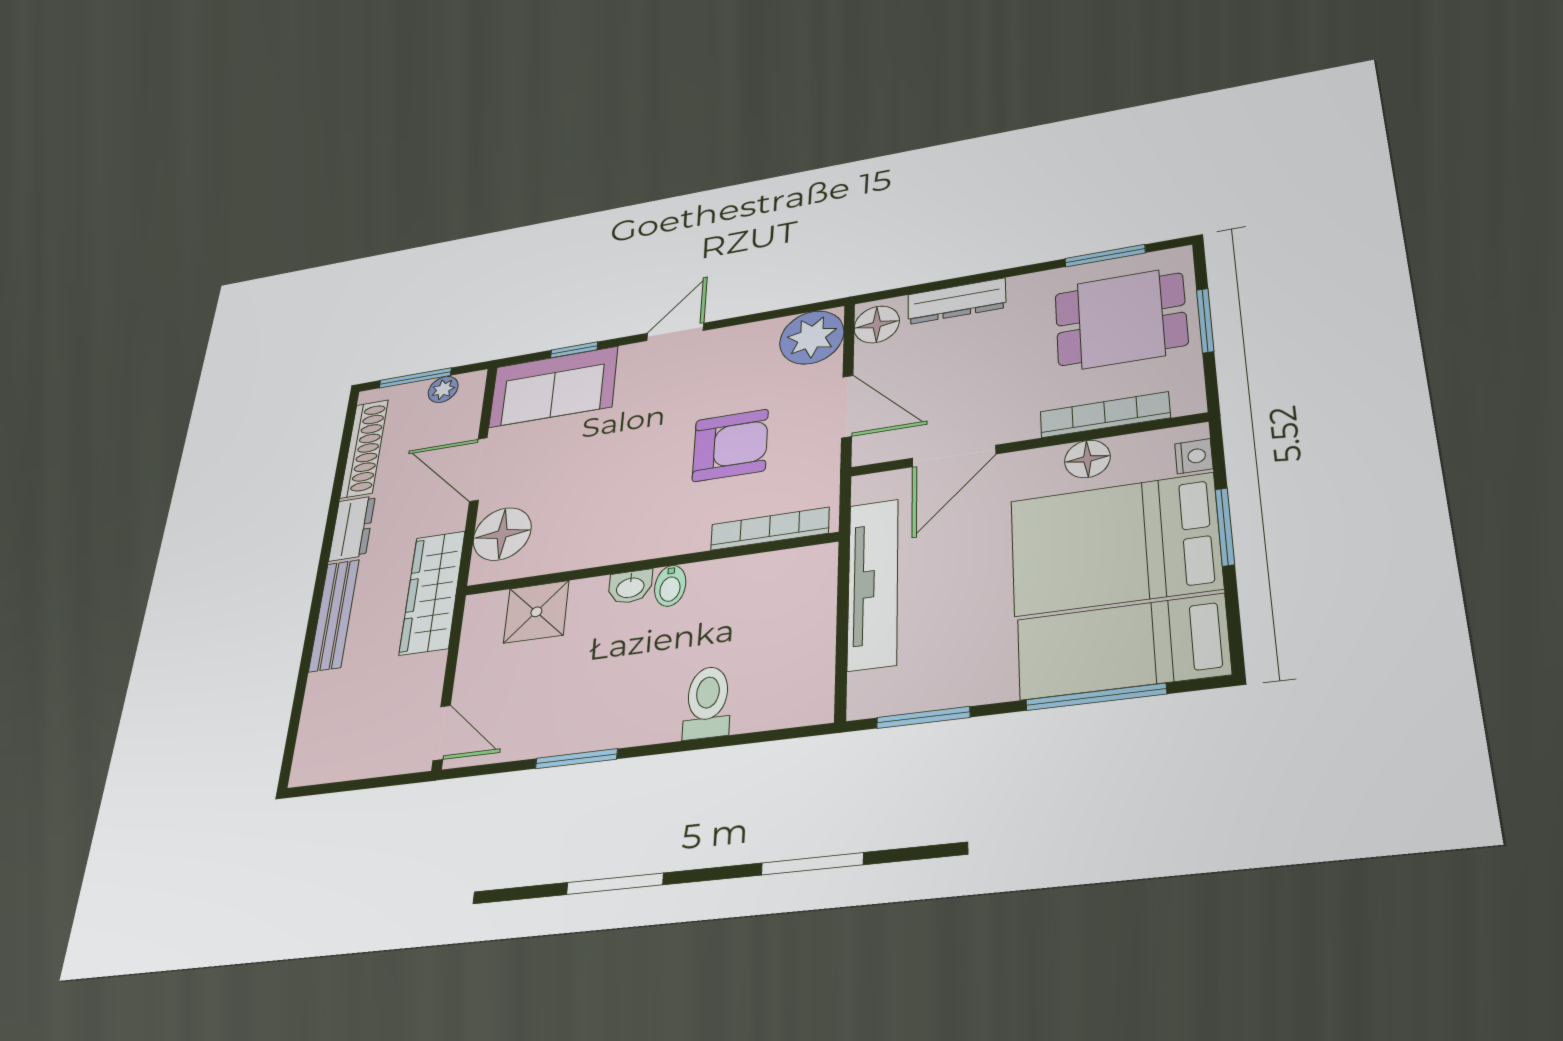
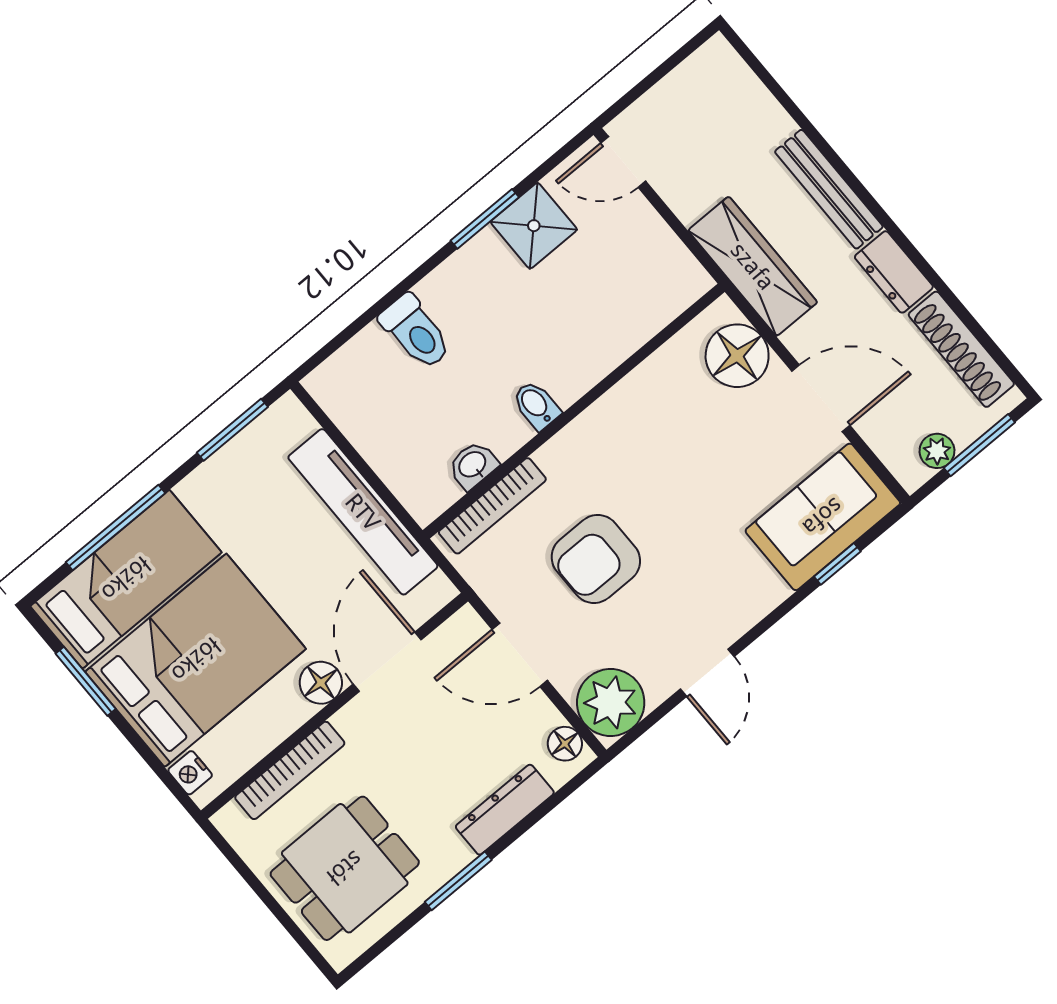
window: (1105, 256) -> (458, 881), moved
window: (1205, 321) -> (272, 904), removed
floor lamp: (877, 324) -> (565, 744), width x0.73, depth x0.73
door: (675, 332) -> (707, 673), moved
floor lamp: (1087, 459) -> (321, 683), moved
window: (1225, 527) -> (86, 681), moved
washbasin: (630, 587) -> (473, 465), moved
shower: (536, 612) -> (534, 226), moved

